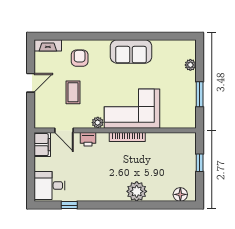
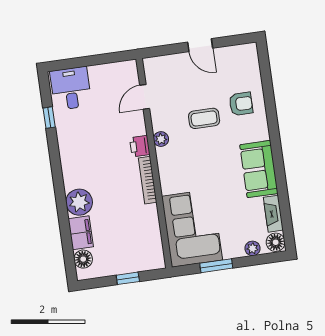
fireplace: (48, 45) -> (273, 214), moved
floor lamp: (188, 47) -> (276, 242), added
coffee table: (73, 92) -> (204, 118), moved
corner sofa: (132, 109) -> (192, 228), moved
printer: (88, 139) -> (140, 146), moved
filing cabinet: (42, 145) -> (81, 233), moved, turned -90

